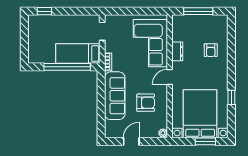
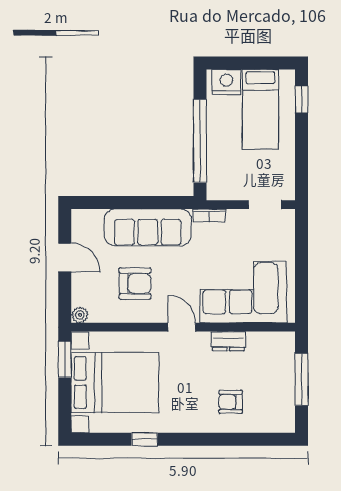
nightstand: (35, 52) -> (226, 82), added
bed: (78, 54) -> (260, 109), moved, turned 180
armchair: (146, 103) -> (135, 283), turned -90
window: (205, 141) -> (65, 359), moved

